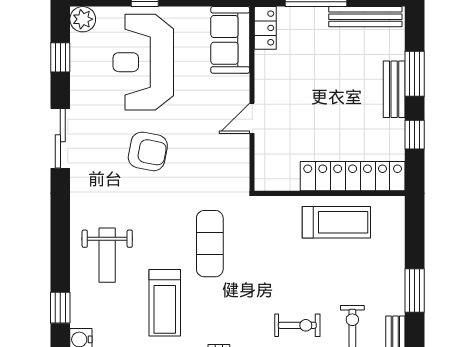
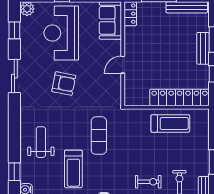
weight bench: (107, 255) -> (41, 142), turned 180

